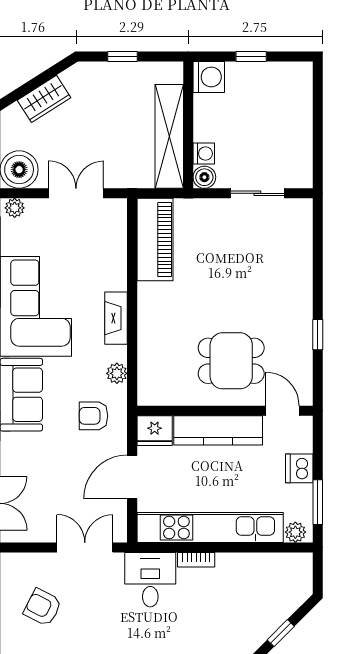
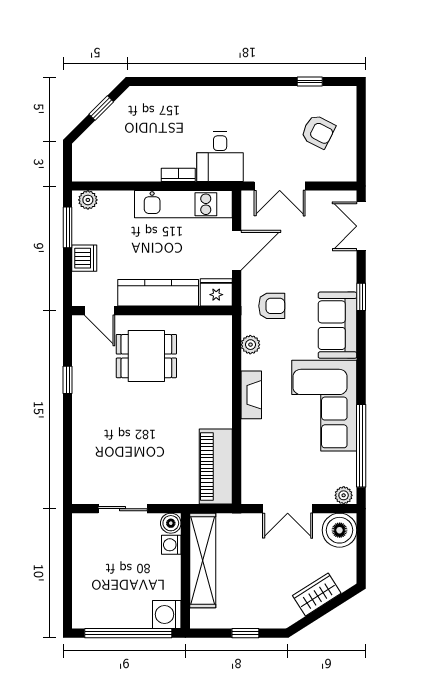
window: (251, 57) -> (128, 633), width x3.17
kitchen unit: (210, 527) -> (183, 204), width x0.73

